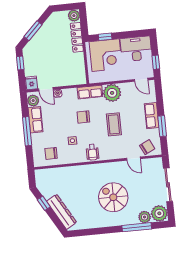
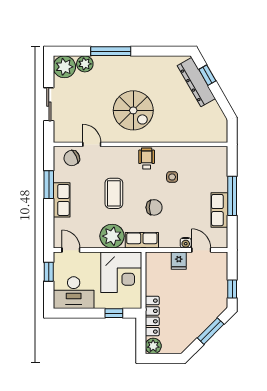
corner desk: (106, 55) -> (121, 272), moved, turned 180
fridge: (32, 83) -> (179, 261), moved
plant: (33, 101) -> (220, 237), removed
chair: (51, 153) -> (203, 162), removed
sliding door: (168, 185) -> (49, 104), width x0.73
spiral stairs: (113, 197) -> (133, 110), moved
window: (44, 203) -> (207, 75), moved
window: (137, 227) -> (111, 51), moved

